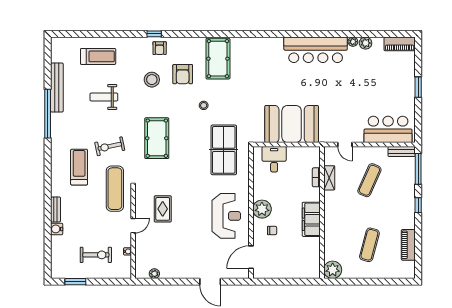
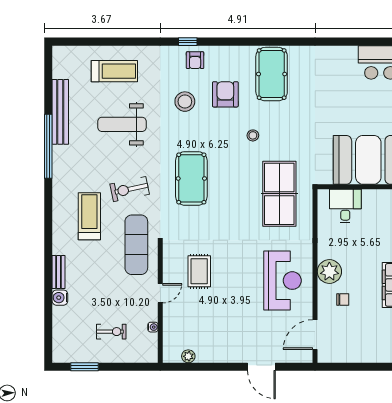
armchair: (183, 74) -> (225, 94), turned 180
weight bench: (104, 97) -> (122, 124), width x1.36, depth x1.33
exercise bike: (96, 255) -> (111, 332), width x0.73, depth x0.72

